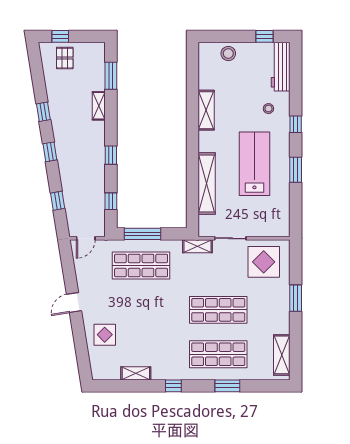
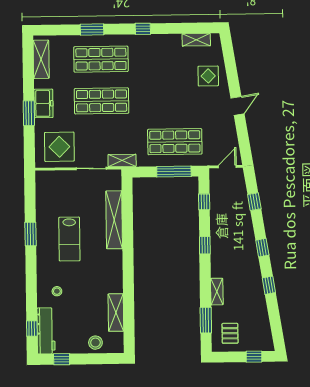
pallet: (65, 58) -> (230, 333), moved
shelving: (206, 110) -> (116, 313), moved
window: (296, 124) -> (32, 329), moved
lab bench: (254, 164) -> (69, 239), width x0.73, depth x0.72
freezer: (280, 308) -> (43, 103), added
shelving: (136, 373) -> (196, 40), moved

